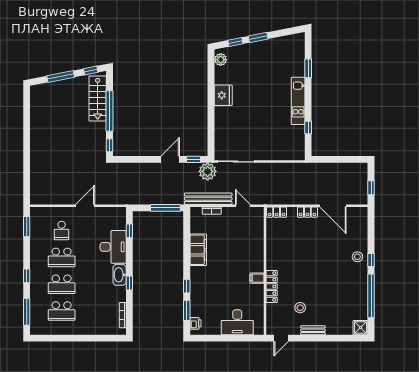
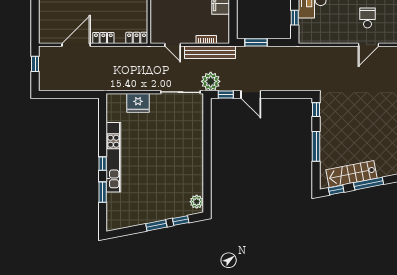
fridge: (223, 95) -> (138, 103), moved, turned -90
stairs: (98, 98) -> (352, 174), moved, turned -101
kitchen unit: (298, 101) -> (113, 157), width x1.36
window: (109, 111) -> (316, 146), width x0.68
window: (308, 128) -> (103, 164), moved
door: (170, 159) -> (251, 94), hinge flipped
door: (85, 206) -> (369, 45), moved
door: (333, 206) -> (76, 45), hinge flipped
window: (165, 208) -> (256, 42), width x0.69

